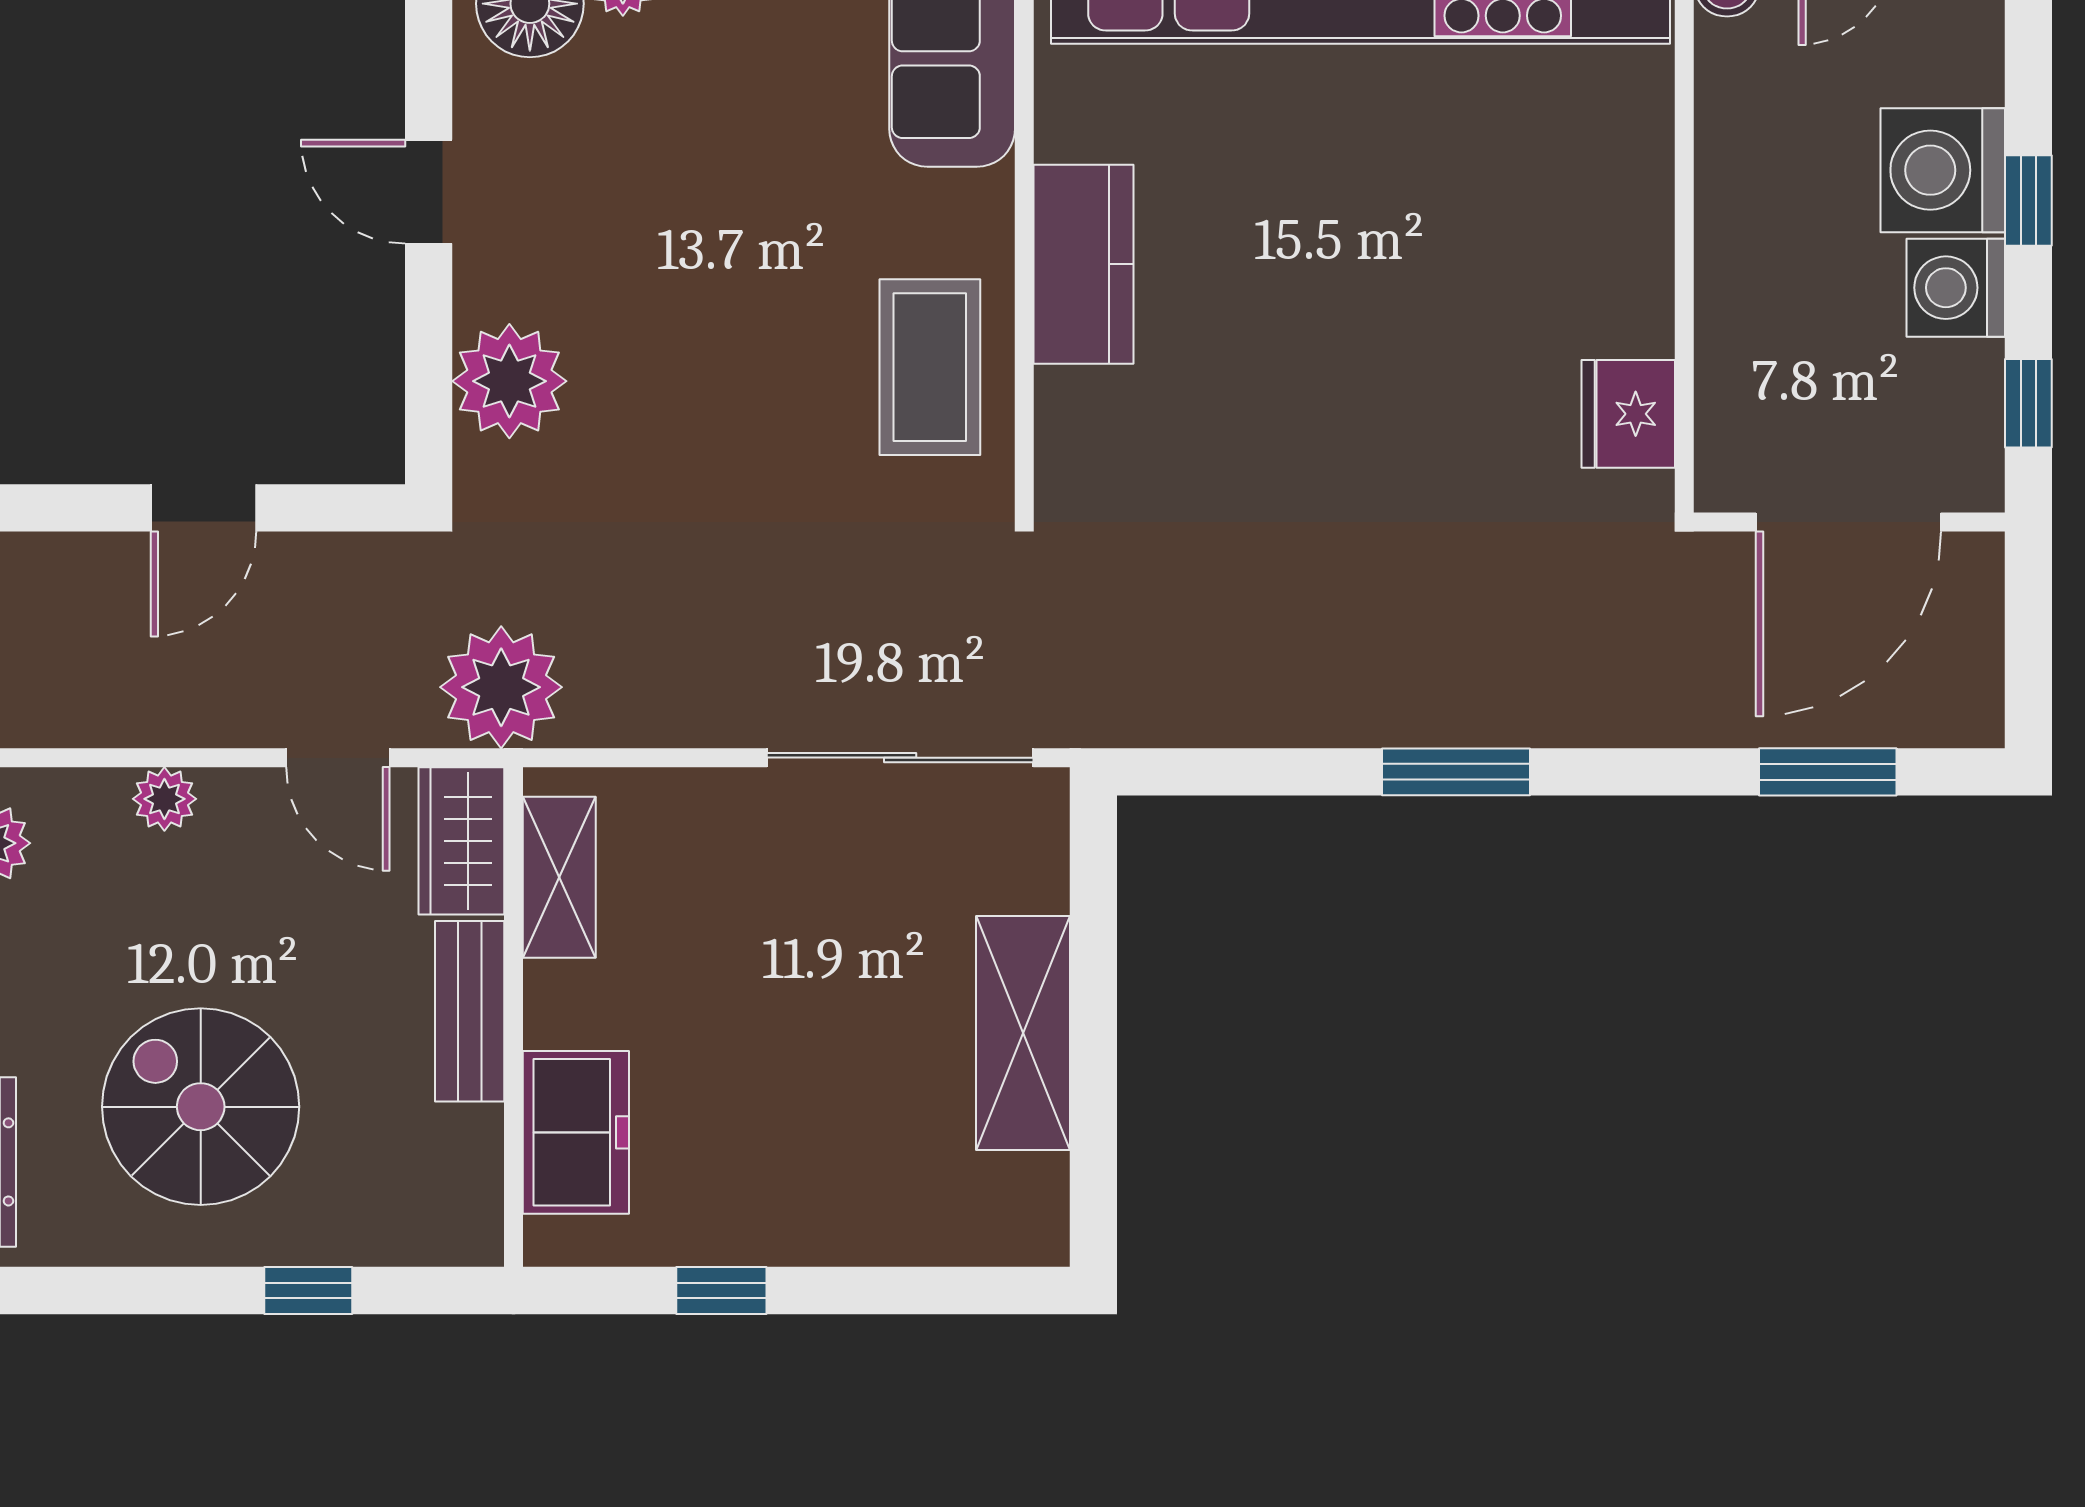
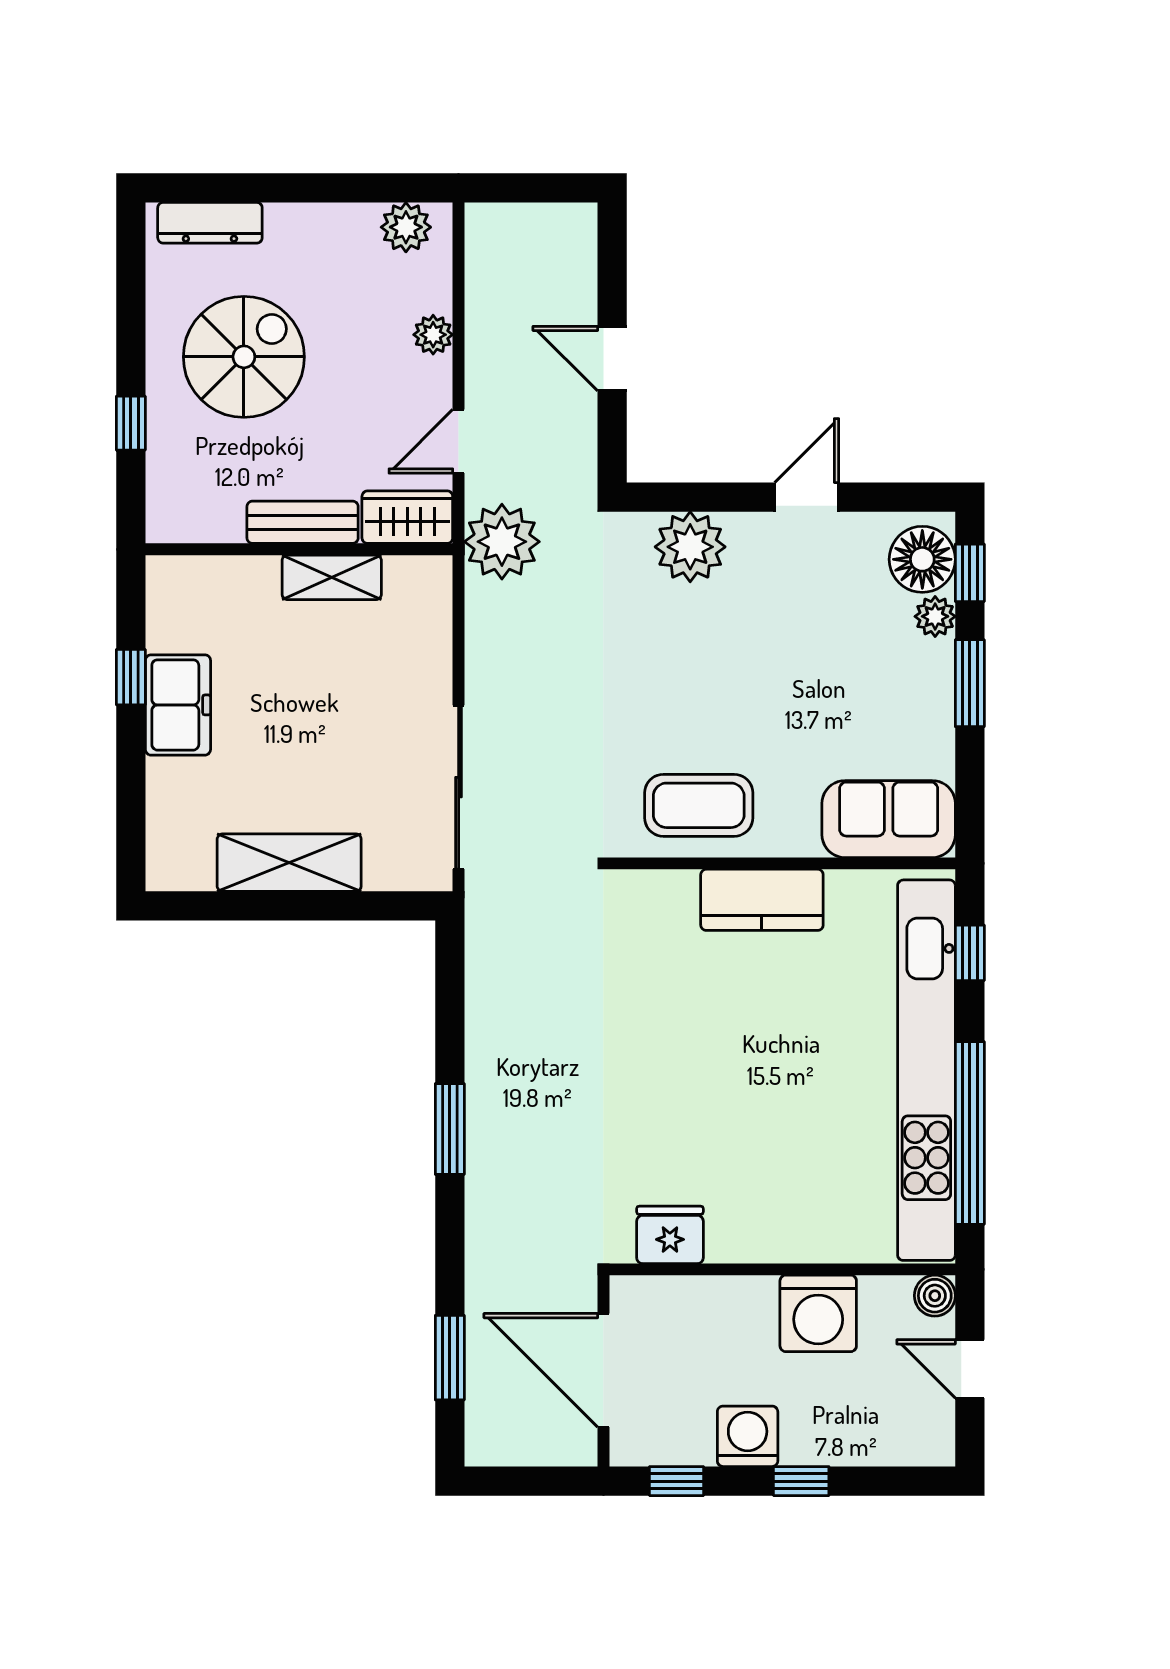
washing machine: (1943, 170) -> (818, 1313), moved, turned 180
shelving: (559, 877) -> (332, 577), moved
freezer: (576, 1132) -> (178, 705), moved, turned -90

